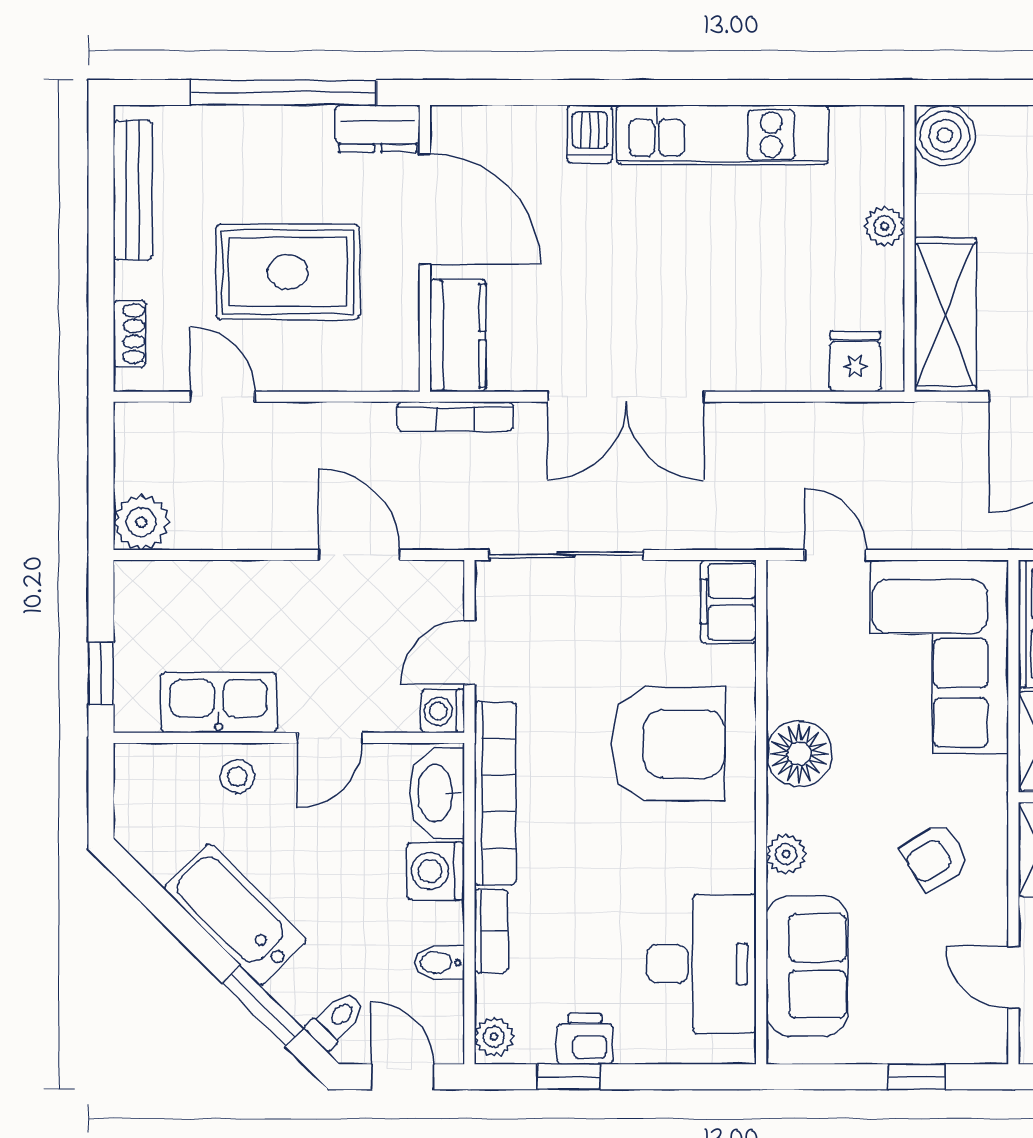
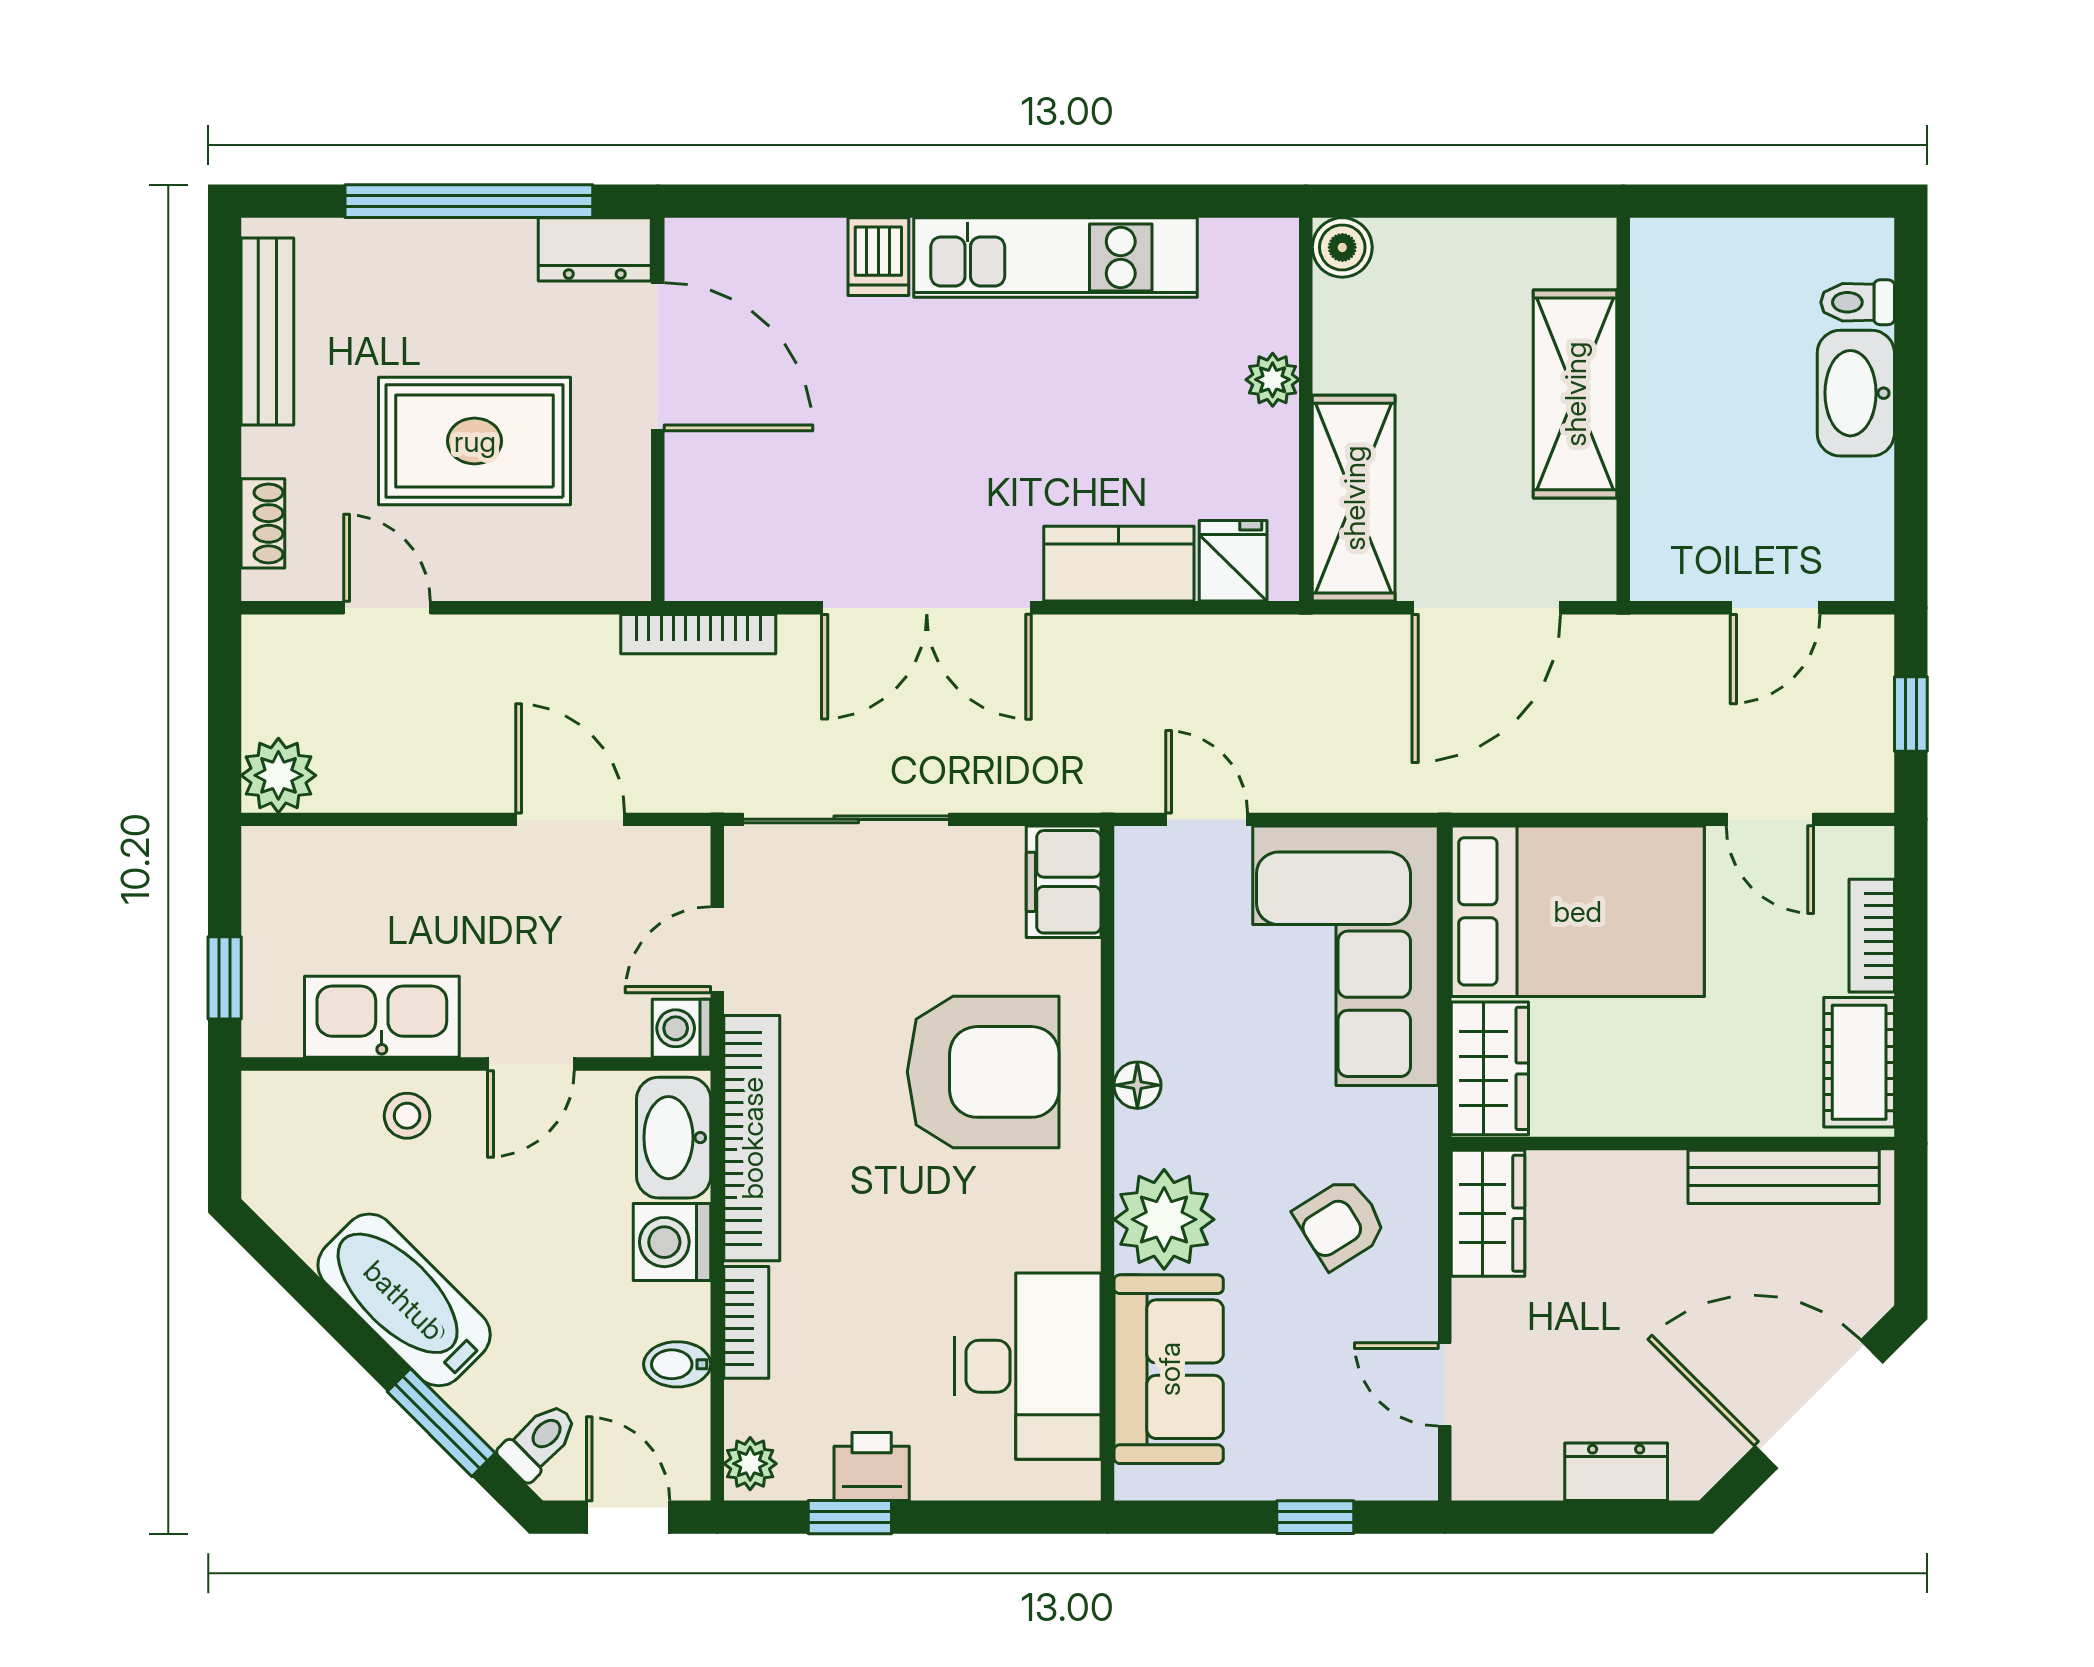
boiler: (945, 135) -> (1342, 247), width x0.73, depth x0.73
kitchen counter: (458, 336) -> (1119, 564), moved, turned -90
floor lamp: (799, 754) -> (1137, 1085), width x0.53, depth x0.53
plant: (786, 854) -> (1164, 1219), width x1.88, depth x1.88

